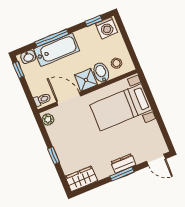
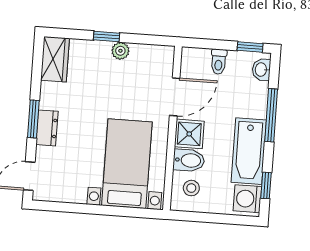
bathtub: (57, 50) -> (249, 151), moved
toilet: (42, 99) -> (219, 62), moved
plant: (48, 119) -> (120, 51), moved

